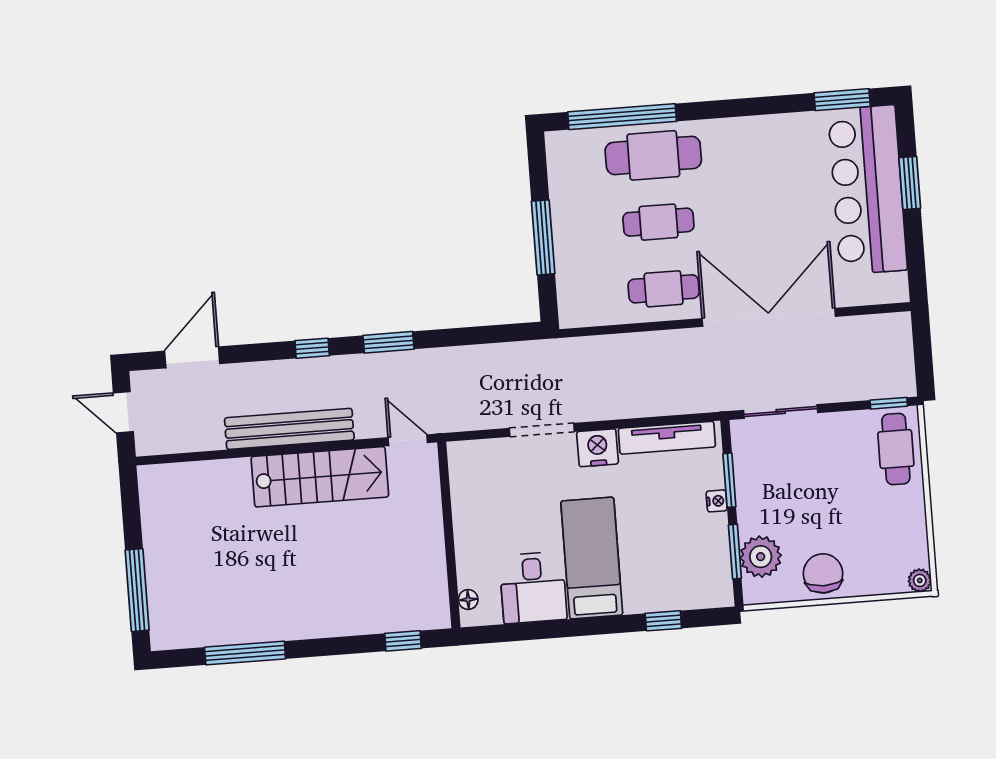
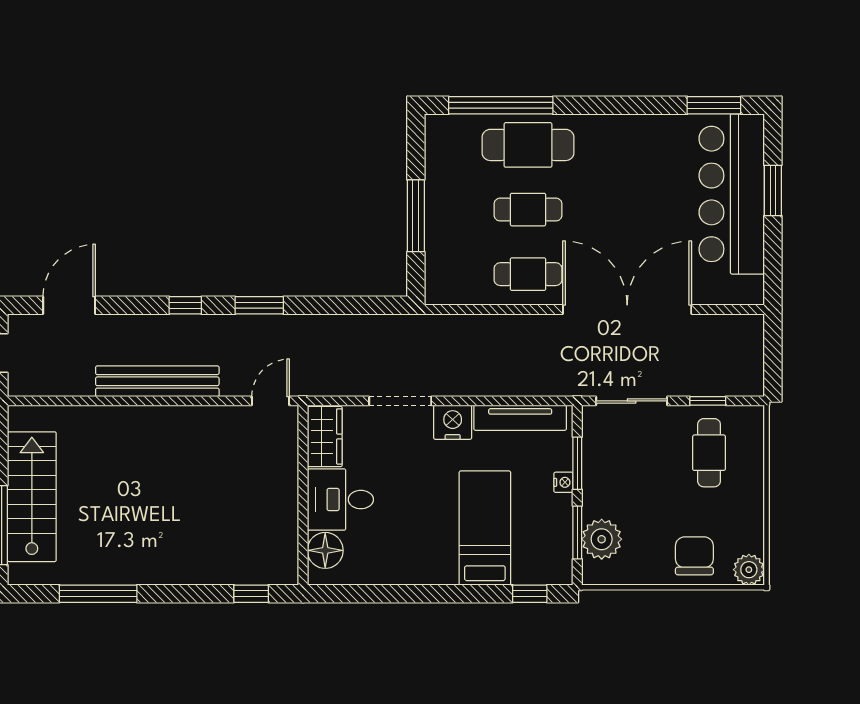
window: (889, 403) -> (708, 401), moved
door: (408, 440) -> (271, 401), hinge flipped
cafe table: (896, 449) -> (709, 453), moved
wardrobe: (467, 473) -> (325, 436), added
stairs: (320, 477) -> (32, 497), moved, turned -90
bed: (592, 558) -> (485, 528), moved
chair: (823, 573) -> (694, 556), moved
plant: (920, 580) -> (749, 570), width x1.38, depth x1.38
desk: (533, 588) -> (340, 500), moved, turned 90
floor lamp: (468, 600) -> (325, 550), width x1.89, depth x1.89
window: (663, 621) -> (530, 594), moved

